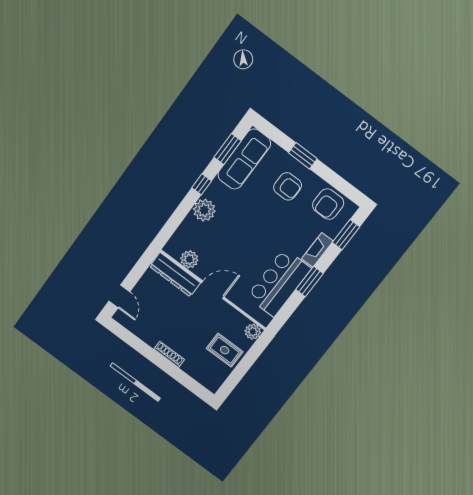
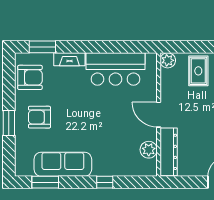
sofa: (244, 159) -> (63, 164), moved
window: (202, 184) -> (105, 182), moved
armchair: (288, 186) -> (39, 117), turned -90
plant: (204, 210) -> (103, 166), removed
window: (310, 282) -> (97, 47), removed

